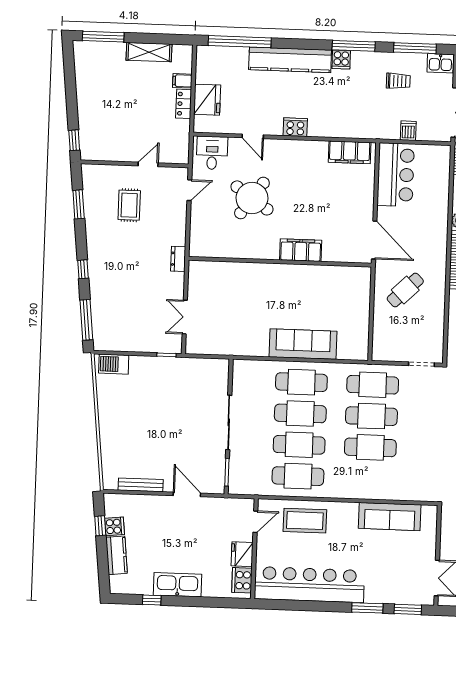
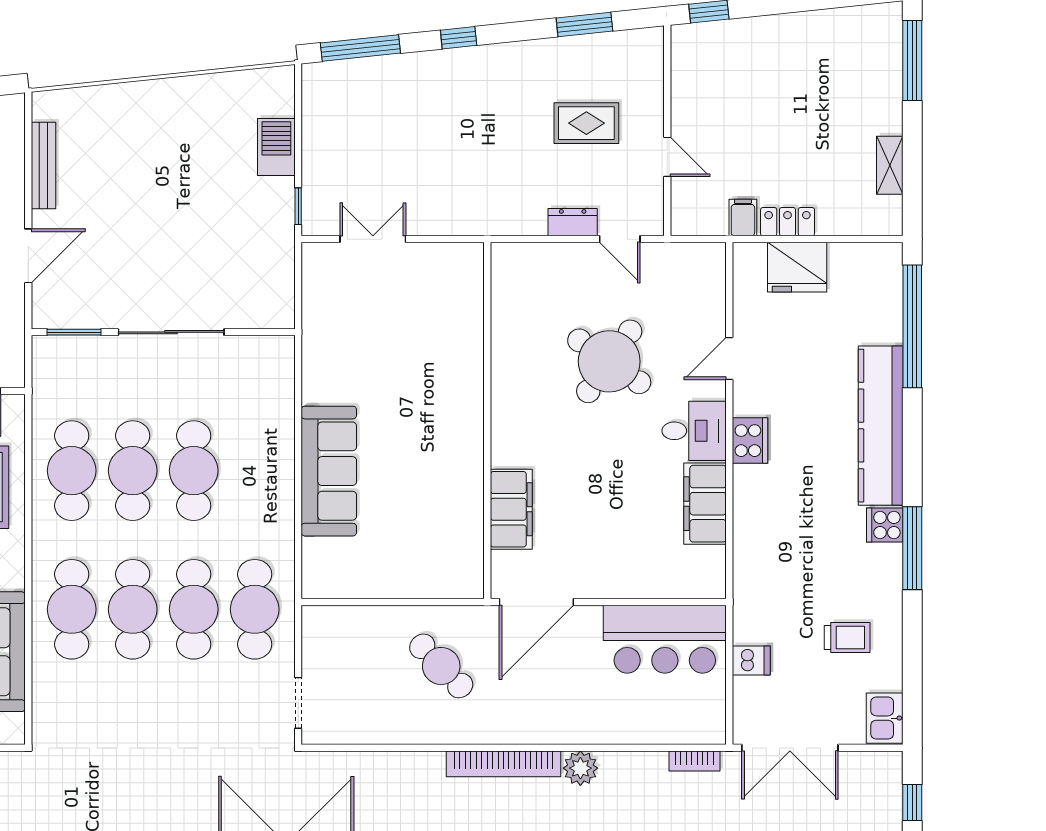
window: (415, 48) -> (912, 667), removed
shelving: (149, 52) -> (890, 165), width x0.67, depth x0.75
filing cabinet: (182, 81) -> (743, 218), moved
trolley: (398, 81) -> (847, 638), turned -90
filing cabinet: (350, 152) -> (705, 504), moved
desk: (212, 153) -> (694, 431), moved
filing cabinet: (301, 250) -> (511, 509), moved
dresser: (178, 259) -> (573, 222), moved
barbecue: (114, 364) -> (276, 147), moved
cafe table: (301, 382) -> (72, 609), moved

